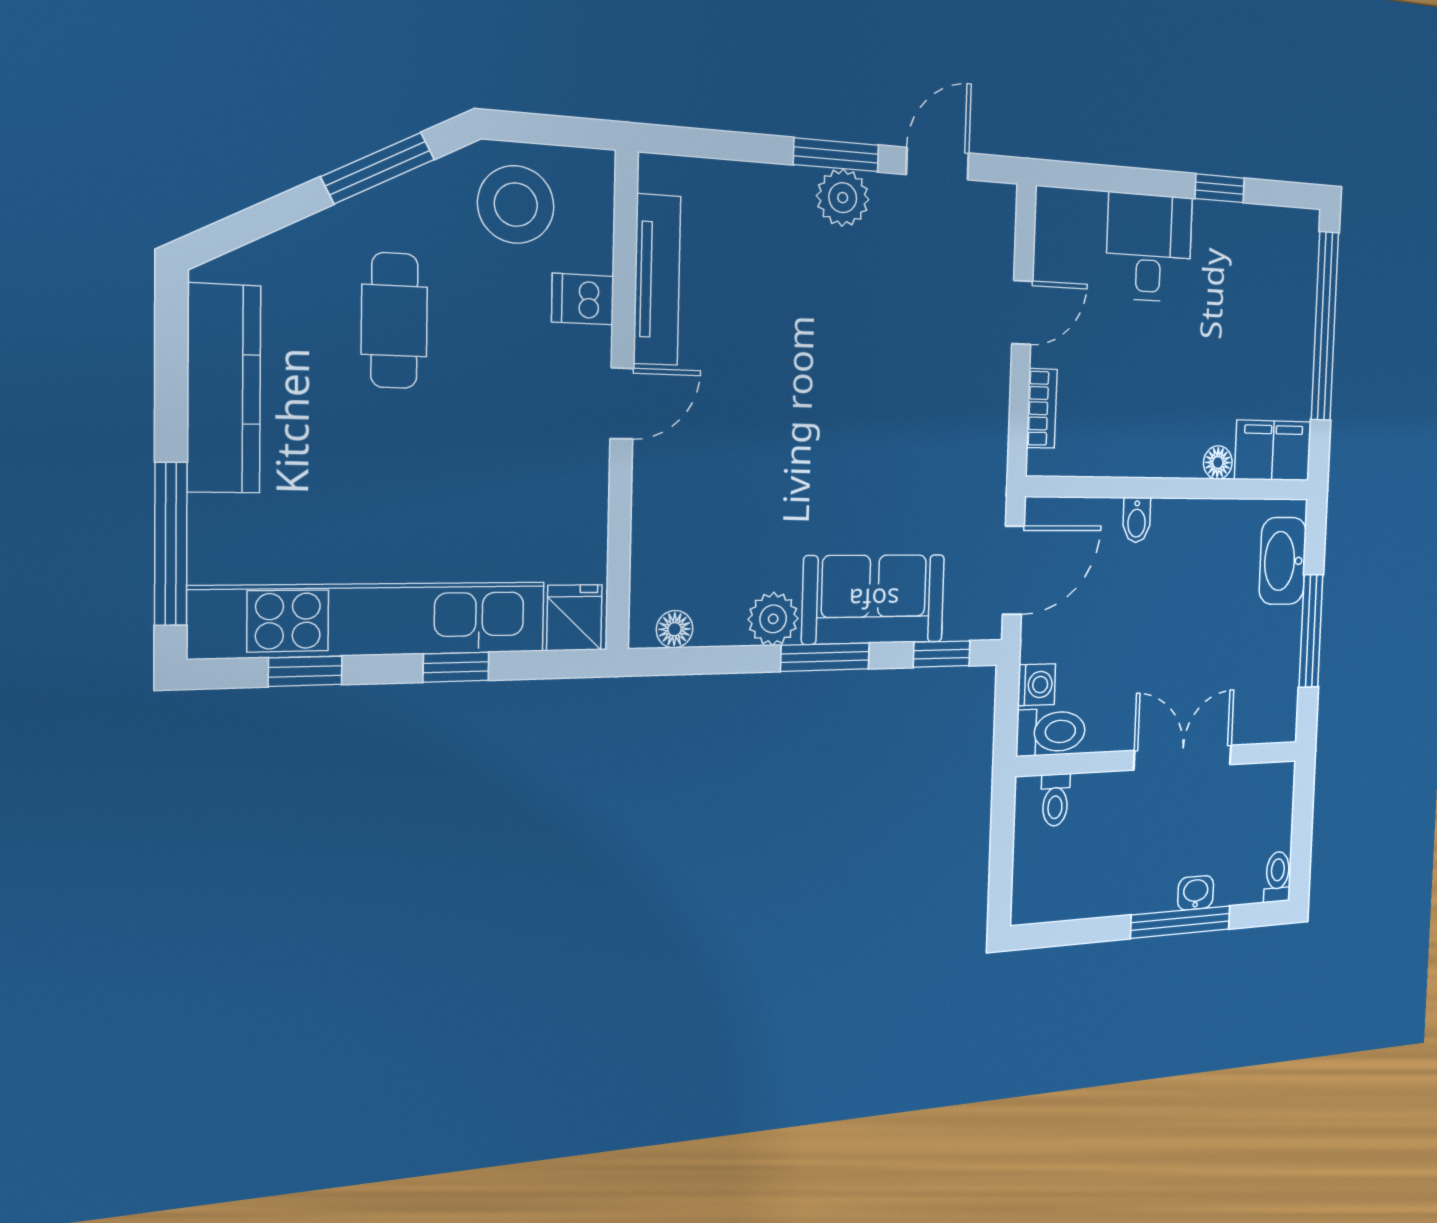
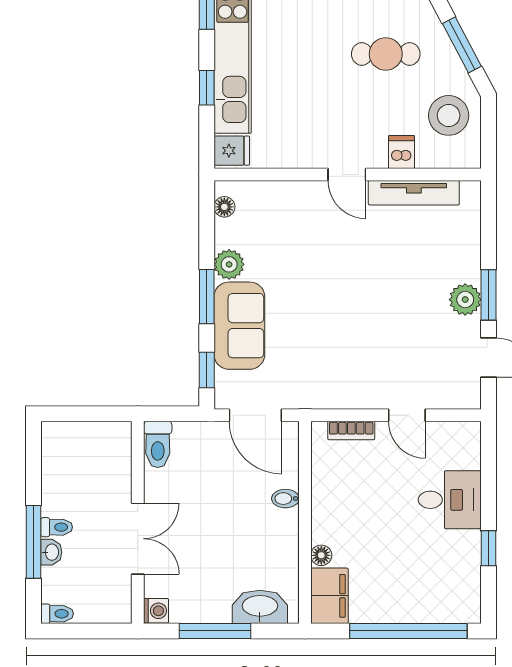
washing machine: (1037, 685) -> (156, 611), moved, turned -90
toilet: (1055, 800) -> (57, 527), moved, turned 180

